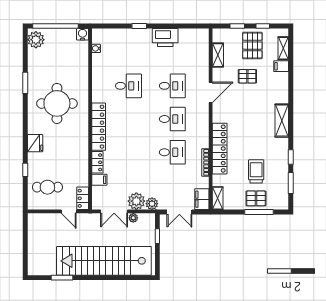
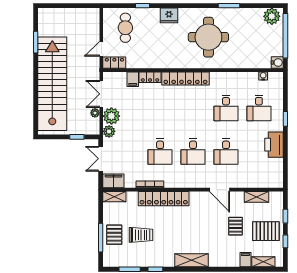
desk: (128, 53) -> (259, 108), added

